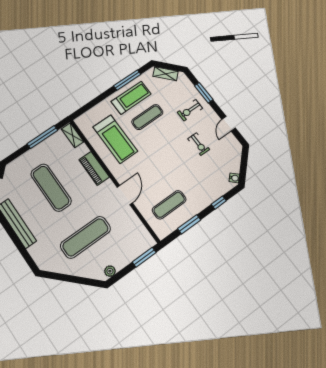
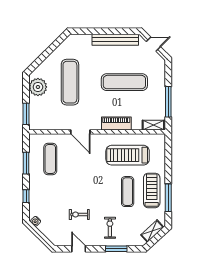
treadmill: (131, 98) -> (152, 190), turned 180
plant: (110, 271) -> (38, 87), width x1.87, depth x1.87

